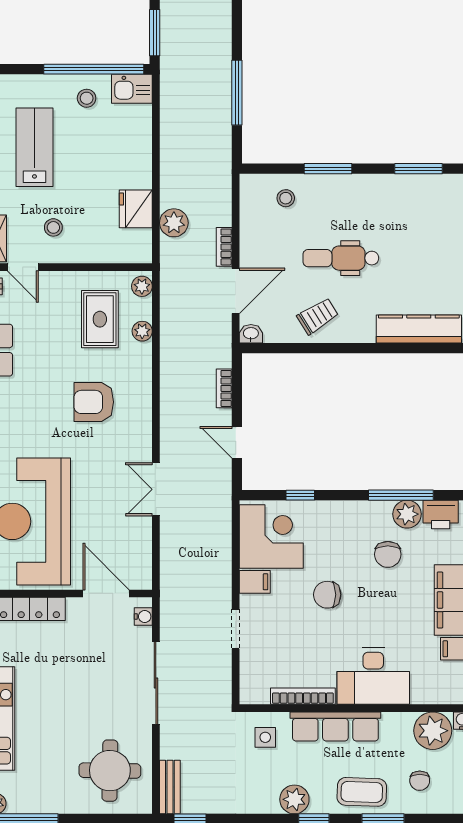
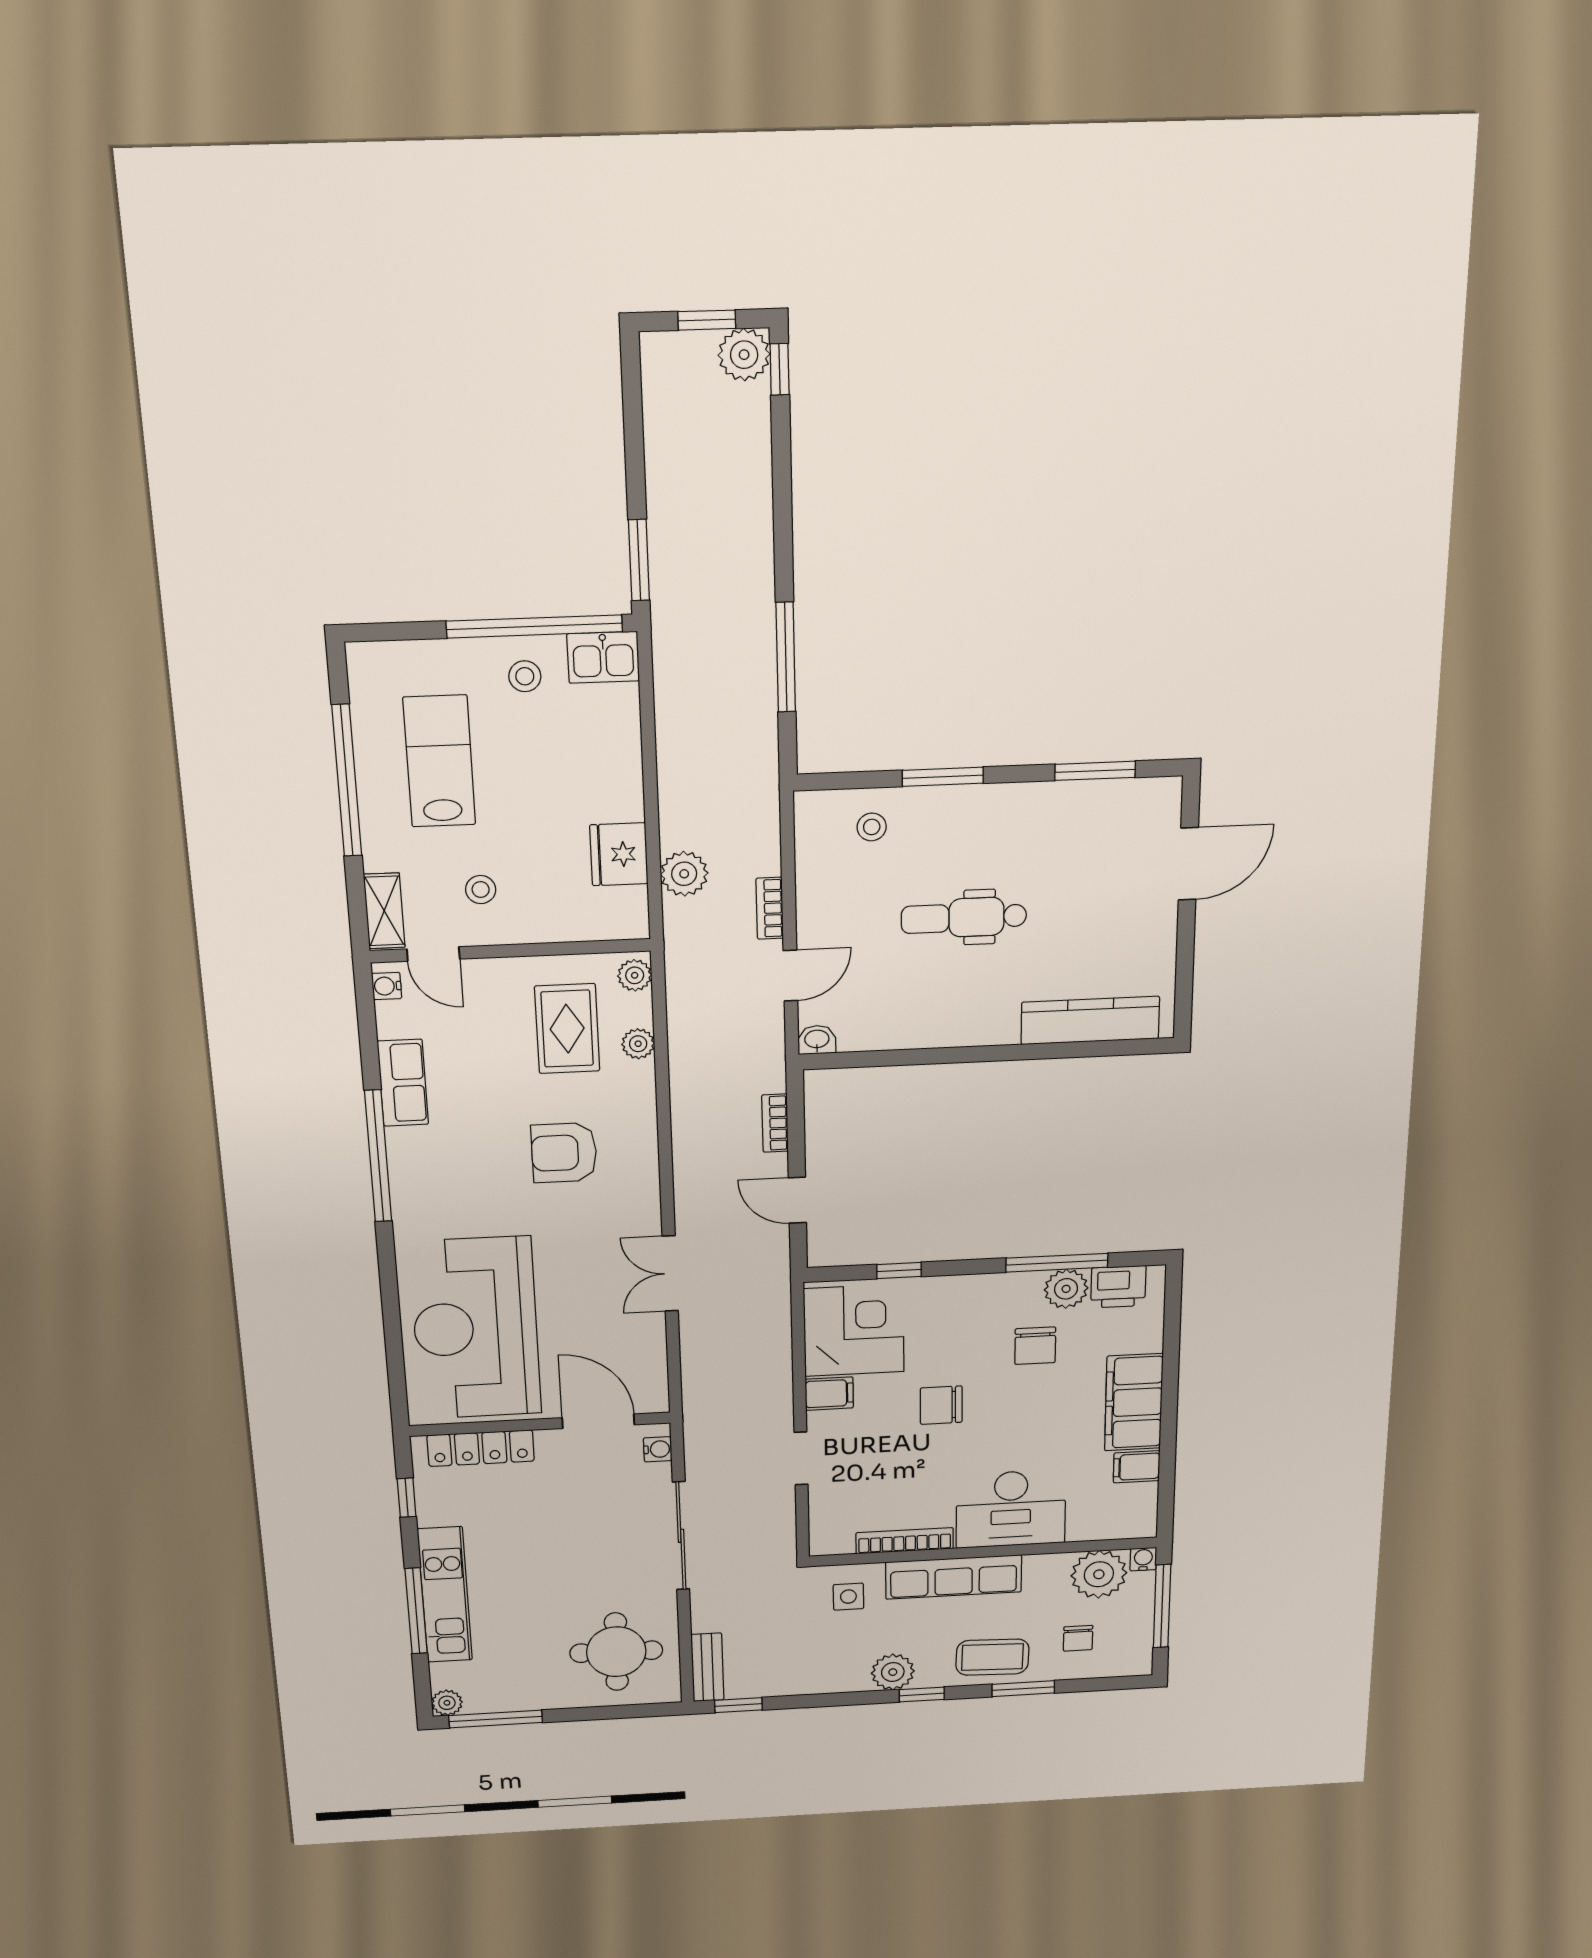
door: (236, 291) -> (790, 976), width x0.73
trolley: (318, 316) -> (926, 1008), removed

